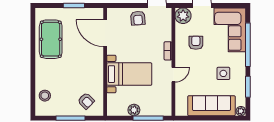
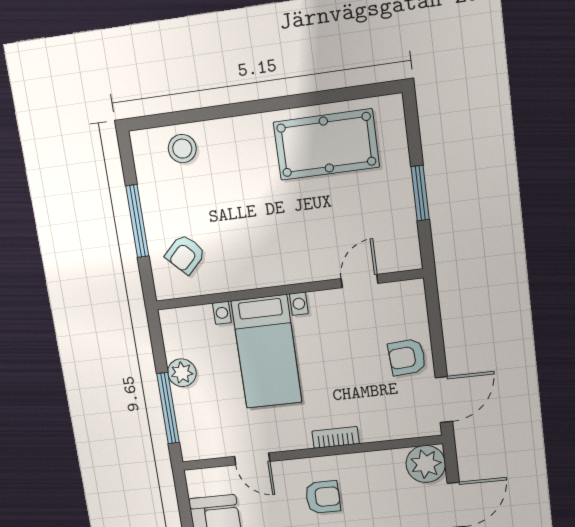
door: (105, 33) -> (360, 281), width x0.53
armchair: (196, 43) -> (323, 497), moved
door: (173, 75) -> (252, 459), moved

